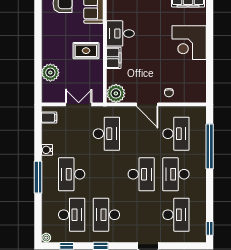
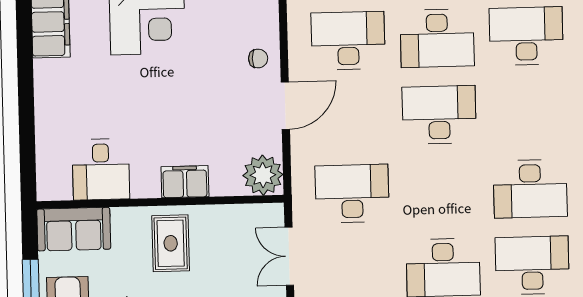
desk: (120, 33) -> (101, 169), moved

